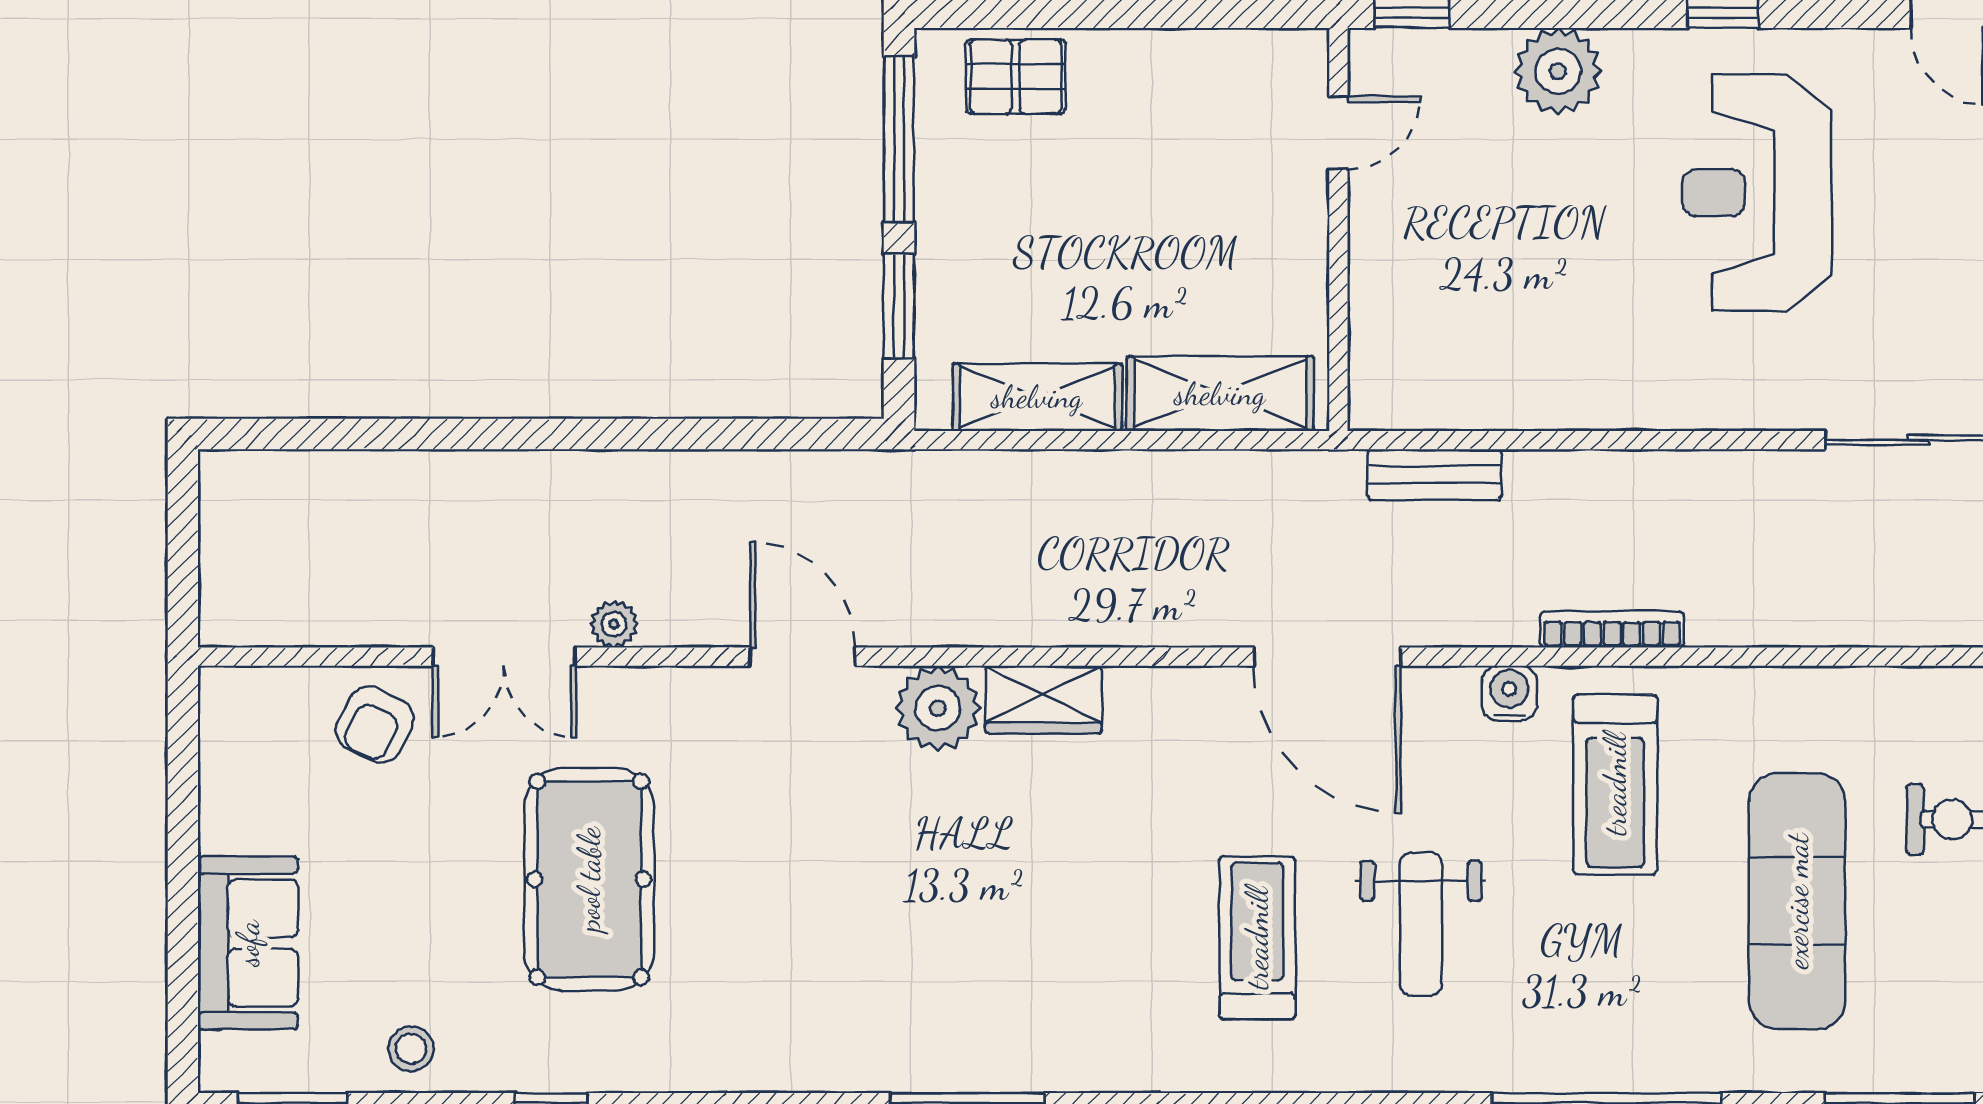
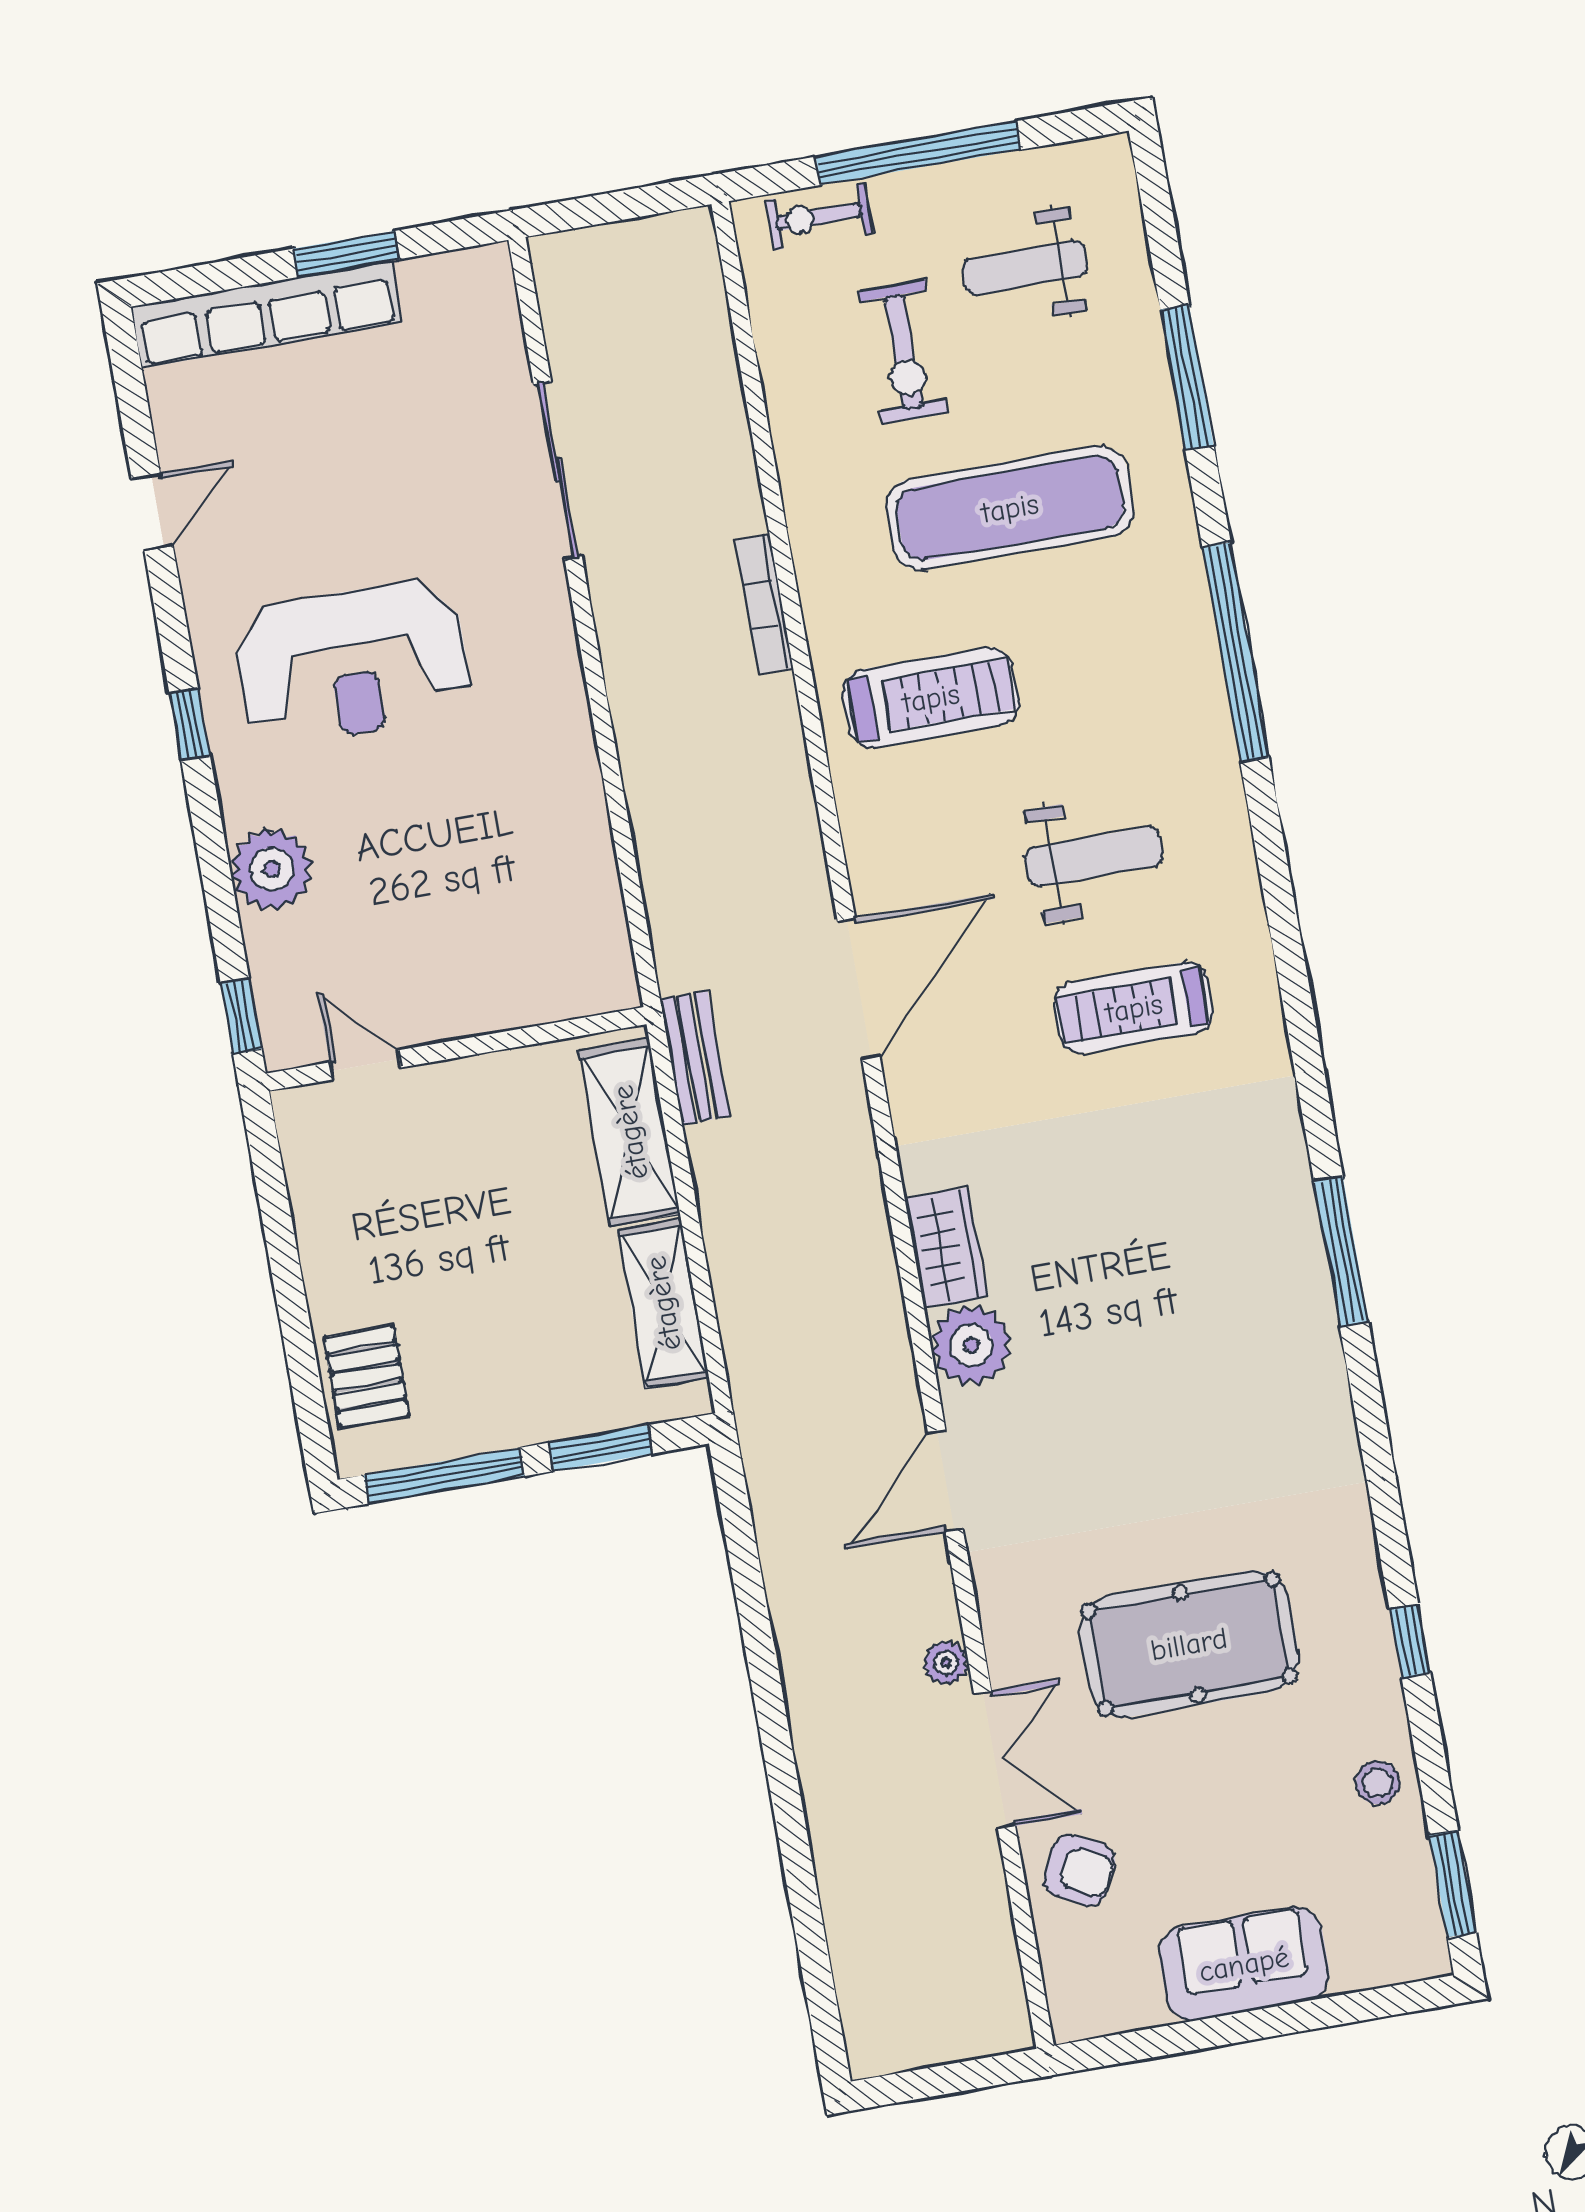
bench: (1435, 475) -> (695, 1058), moved
bookcase: (1612, 629) -> (764, 604), moved
water cooler: (1509, 693) -> (863, 812), removed
sofa: (248, 943) -> (1244, 1964), moved

